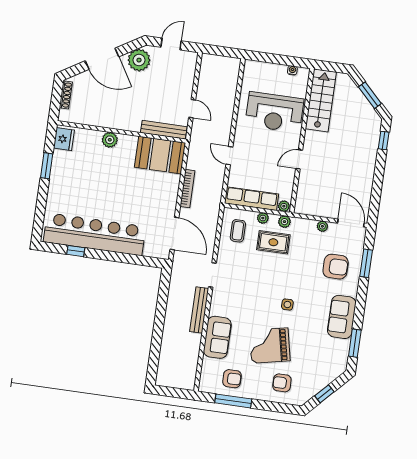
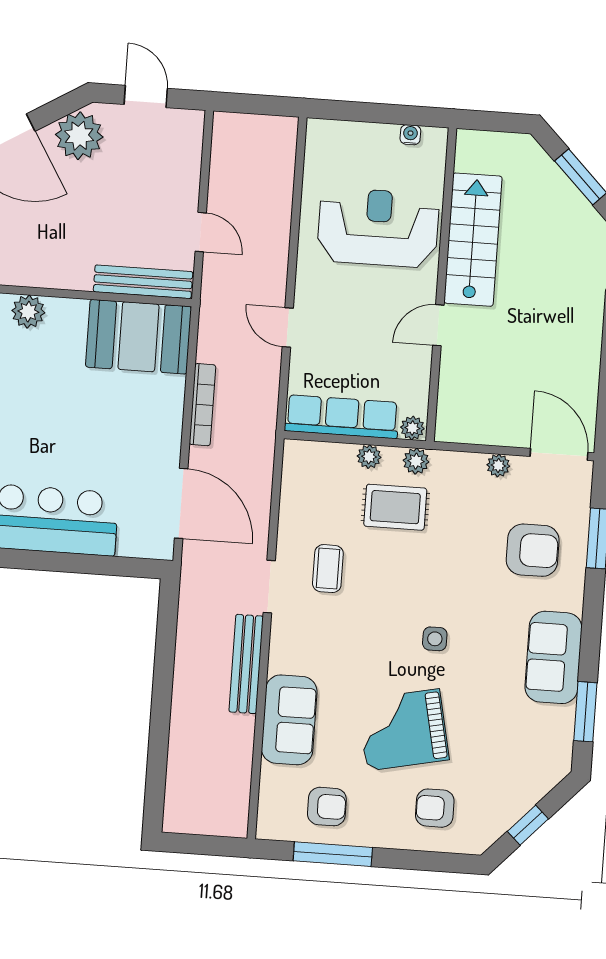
door: (171, 44) -> (146, 96), hinge flipped
stairs: (321, 100) -> (473, 240), moved
reception desk: (274, 112) -> (378, 228), turned 180
coffee table: (238, 231) -> (328, 569), moved

